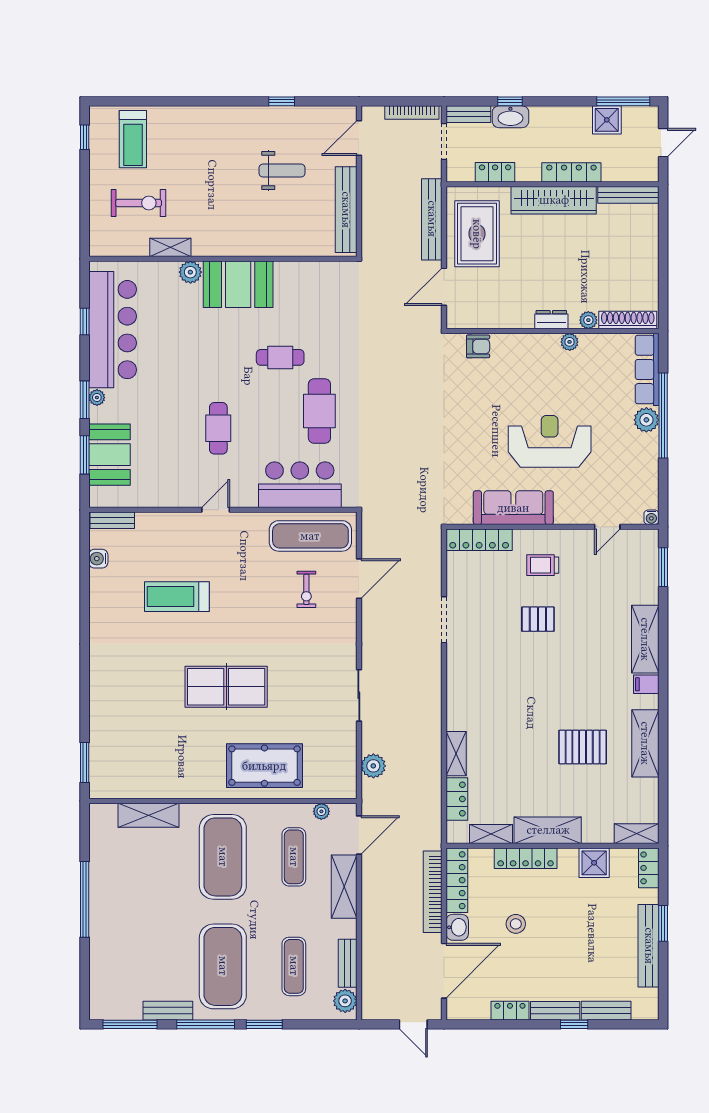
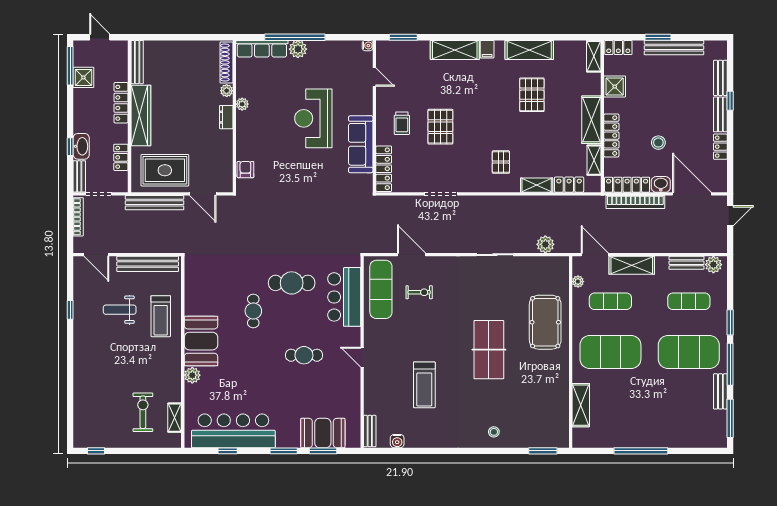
treadmill: (133, 139) -> (161, 316), moved, turned 90
weight bench: (282, 171) -> (120, 310), turned -90
shelving: (170, 247) -> (175, 418), moved
plant: (97, 398) -> (282, 442), removed
pallet: (538, 619) -> (440, 127), width x1.50, depth x1.42
stool: (111, 694) -> (494, 432), added
pallet: (488, 704) -> (501, 162), added

